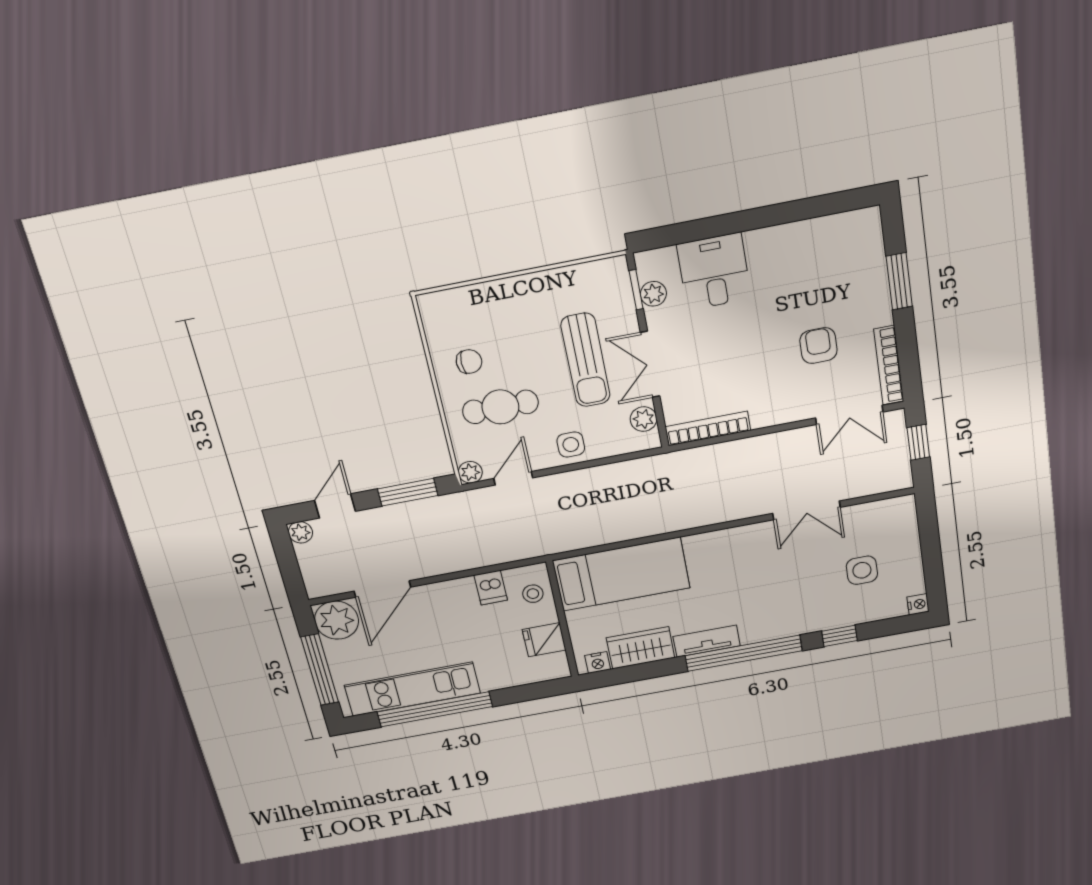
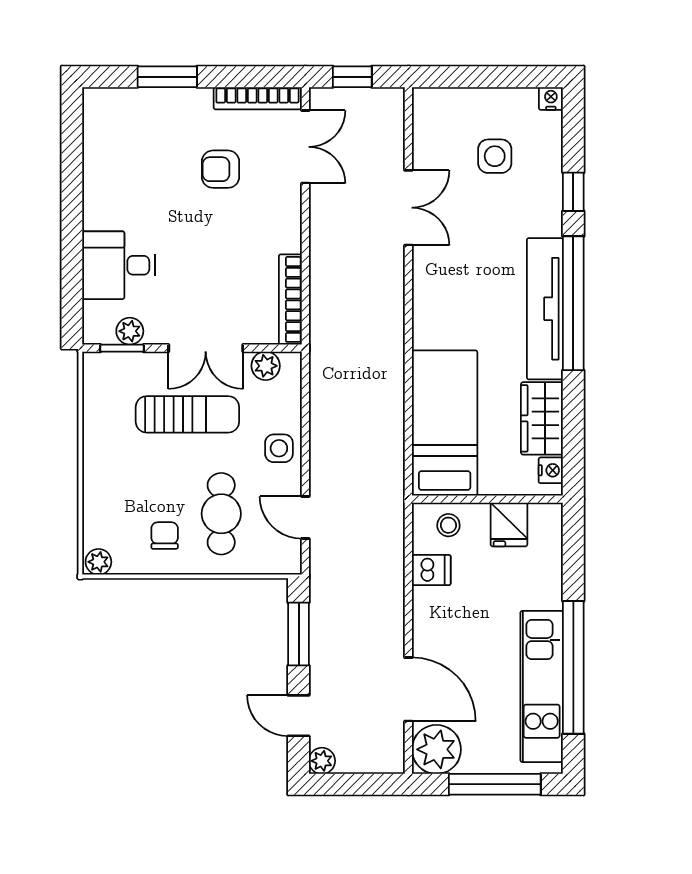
plant: (470, 472) -> (98, 562), moved
tv unit: (707, 641) -> (545, 309), width x1.92, depth x1.29

